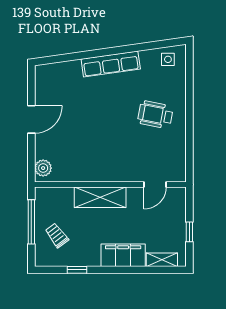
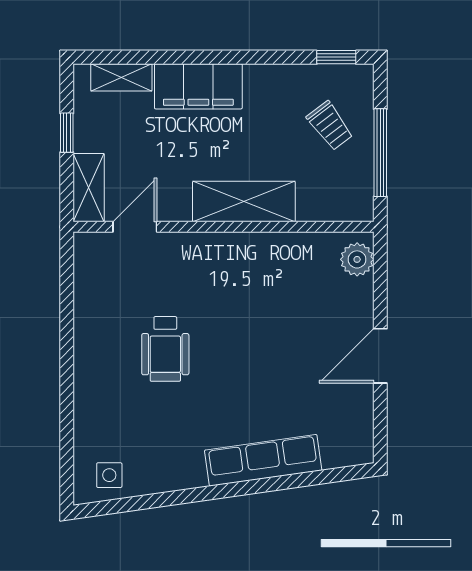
row of seats: (111, 64) -> (263, 460), moved
wheelchair: (155, 115) -> (165, 349), moved, turned 79
shelving: (178, 204) -> (89, 188), added
window: (77, 270) -> (336, 57), moved

